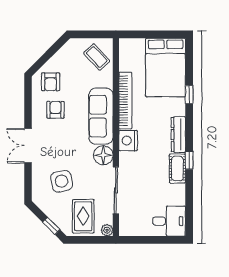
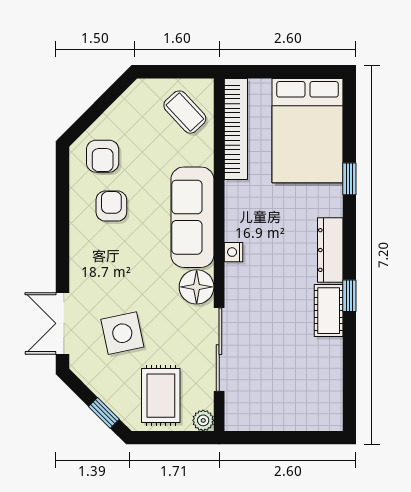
bookcase: (125, 101) -> (236, 129), moved
nightstand: (128, 141) -> (234, 252), width x0.53, depth x0.56
double door: (28, 146) -> (62, 323), moved
desk: (169, 221) -> (314, 404), removed

